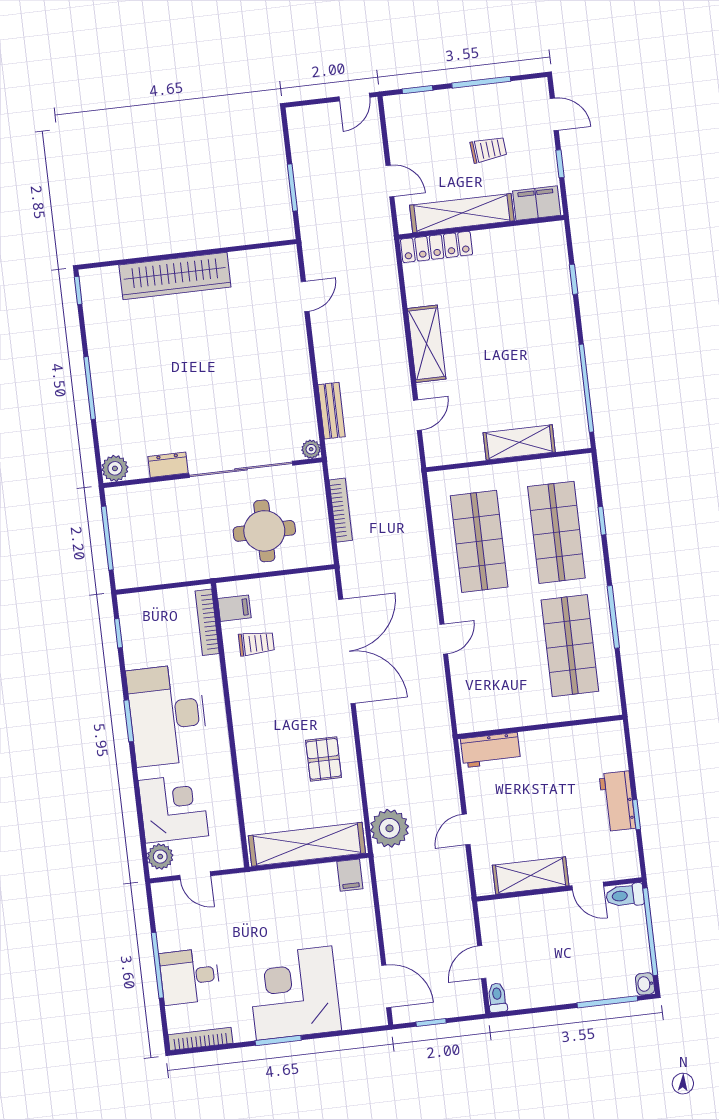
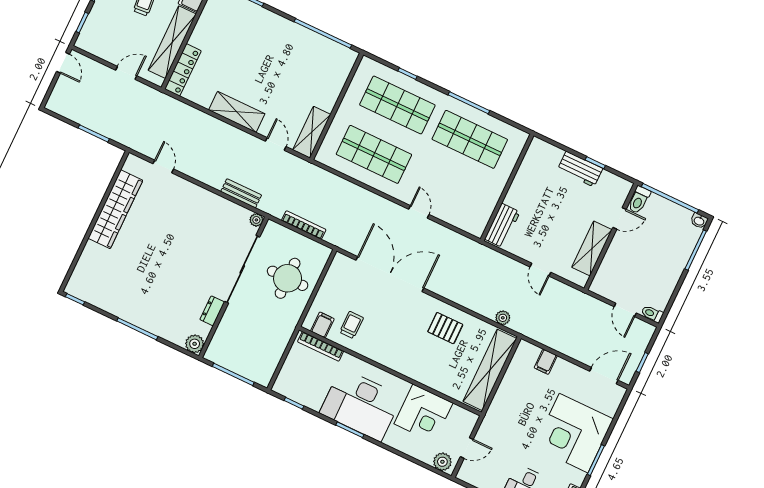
wardrobe: (175, 276) -> (115, 209), moved
shelving: (519, 442) -> (312, 132), moved
corner desk: (173, 808) -> (423, 413), moved, turned 180
plant: (389, 828) -> (503, 318), width x0.53, depth x0.53
filing cabinet: (350, 875) -> (546, 362), moved, turned 90

